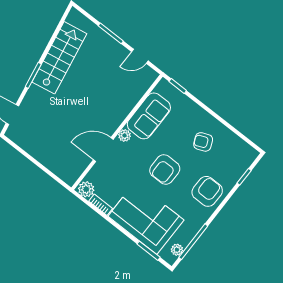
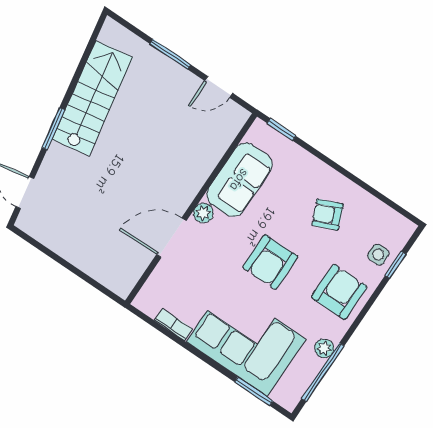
side table: (234, 169) -> (378, 254), added
plant: (86, 189) -> (149, 302), removed
plant: (177, 250) -> (324, 348), moved

